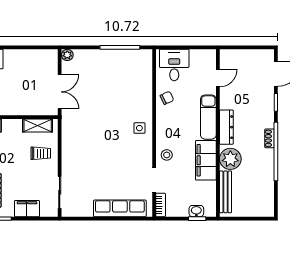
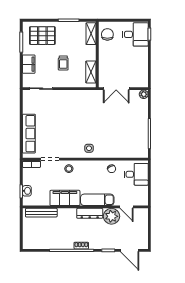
trolley: (41, 153) -> (63, 63), moved
plant: (230, 159) -> (111, 216), moved

